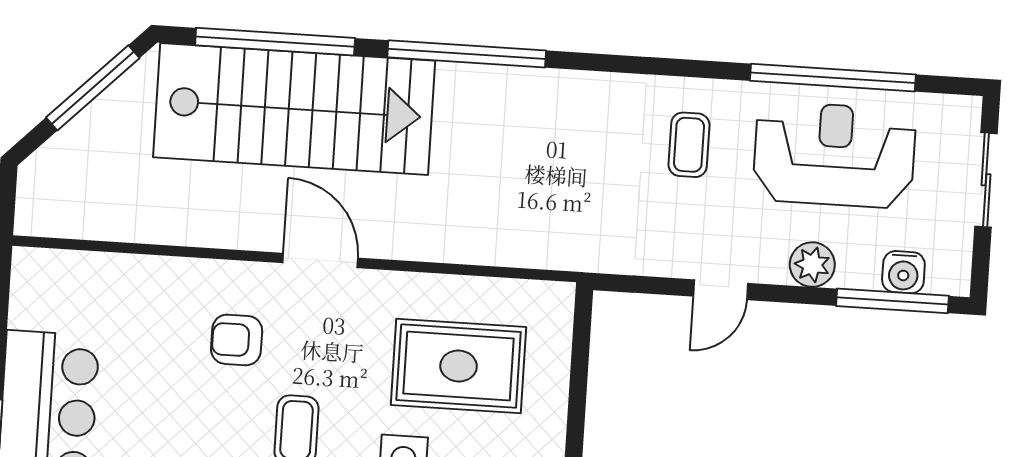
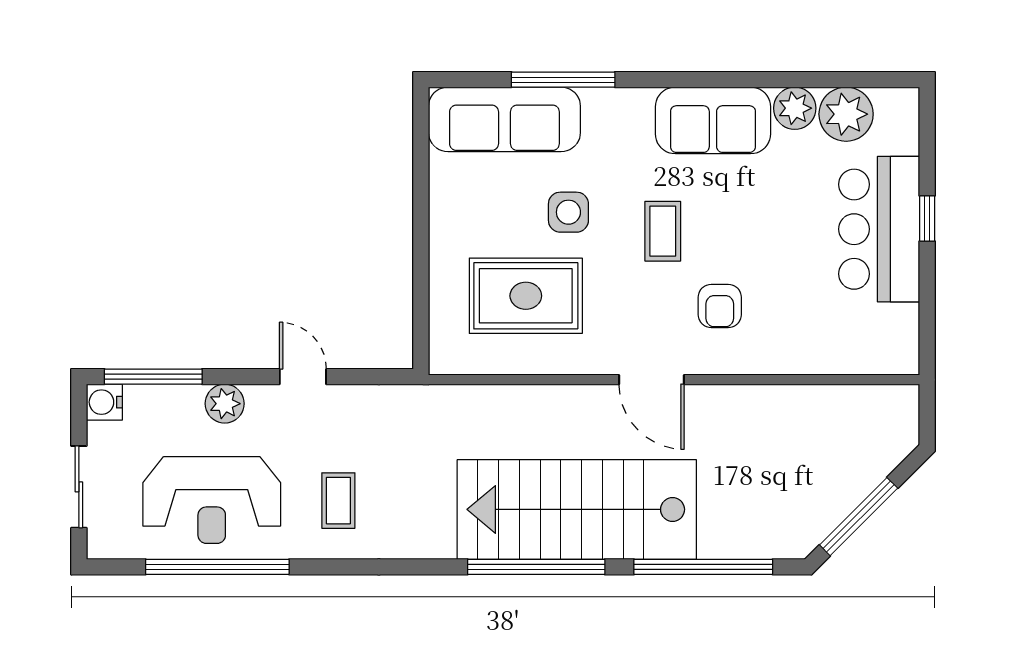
stairs: (294, 109) -> (577, 509), moved
water cooler: (903, 272) -> (104, 402), moved, turned -90
door: (721, 290) -> (303, 377), hinge flipped
armchair: (237, 340) -> (720, 306), turned 90

